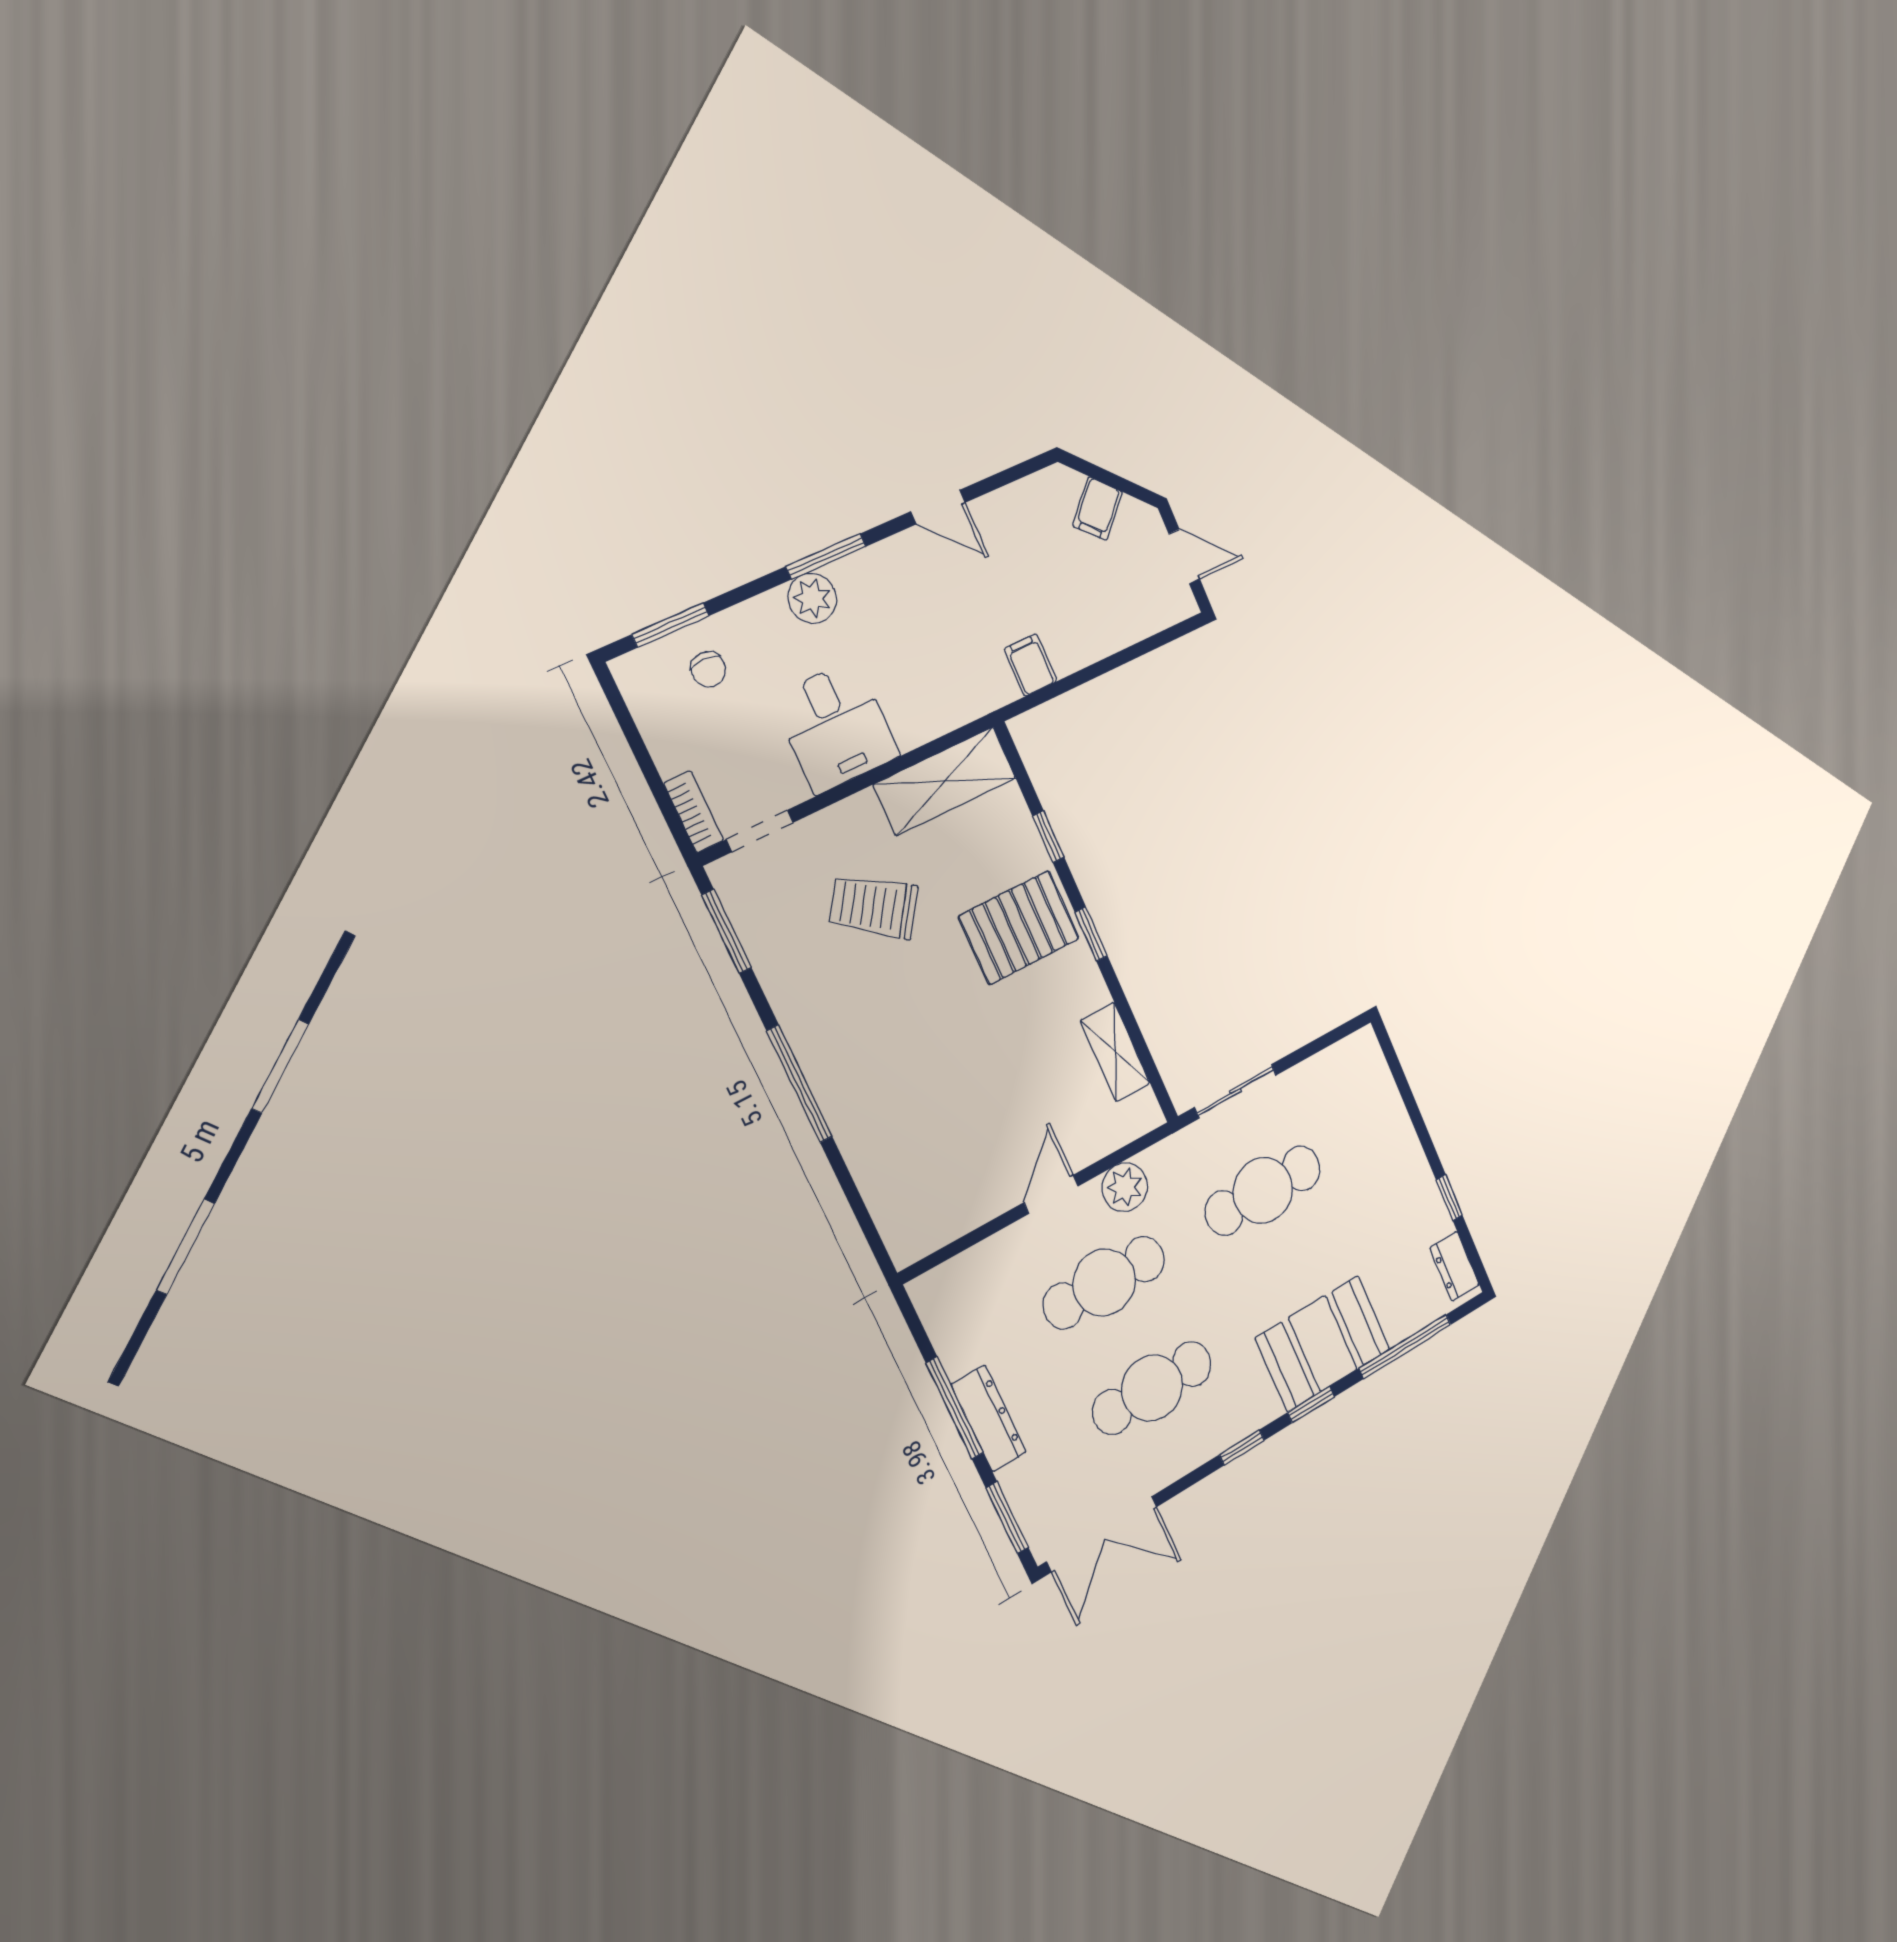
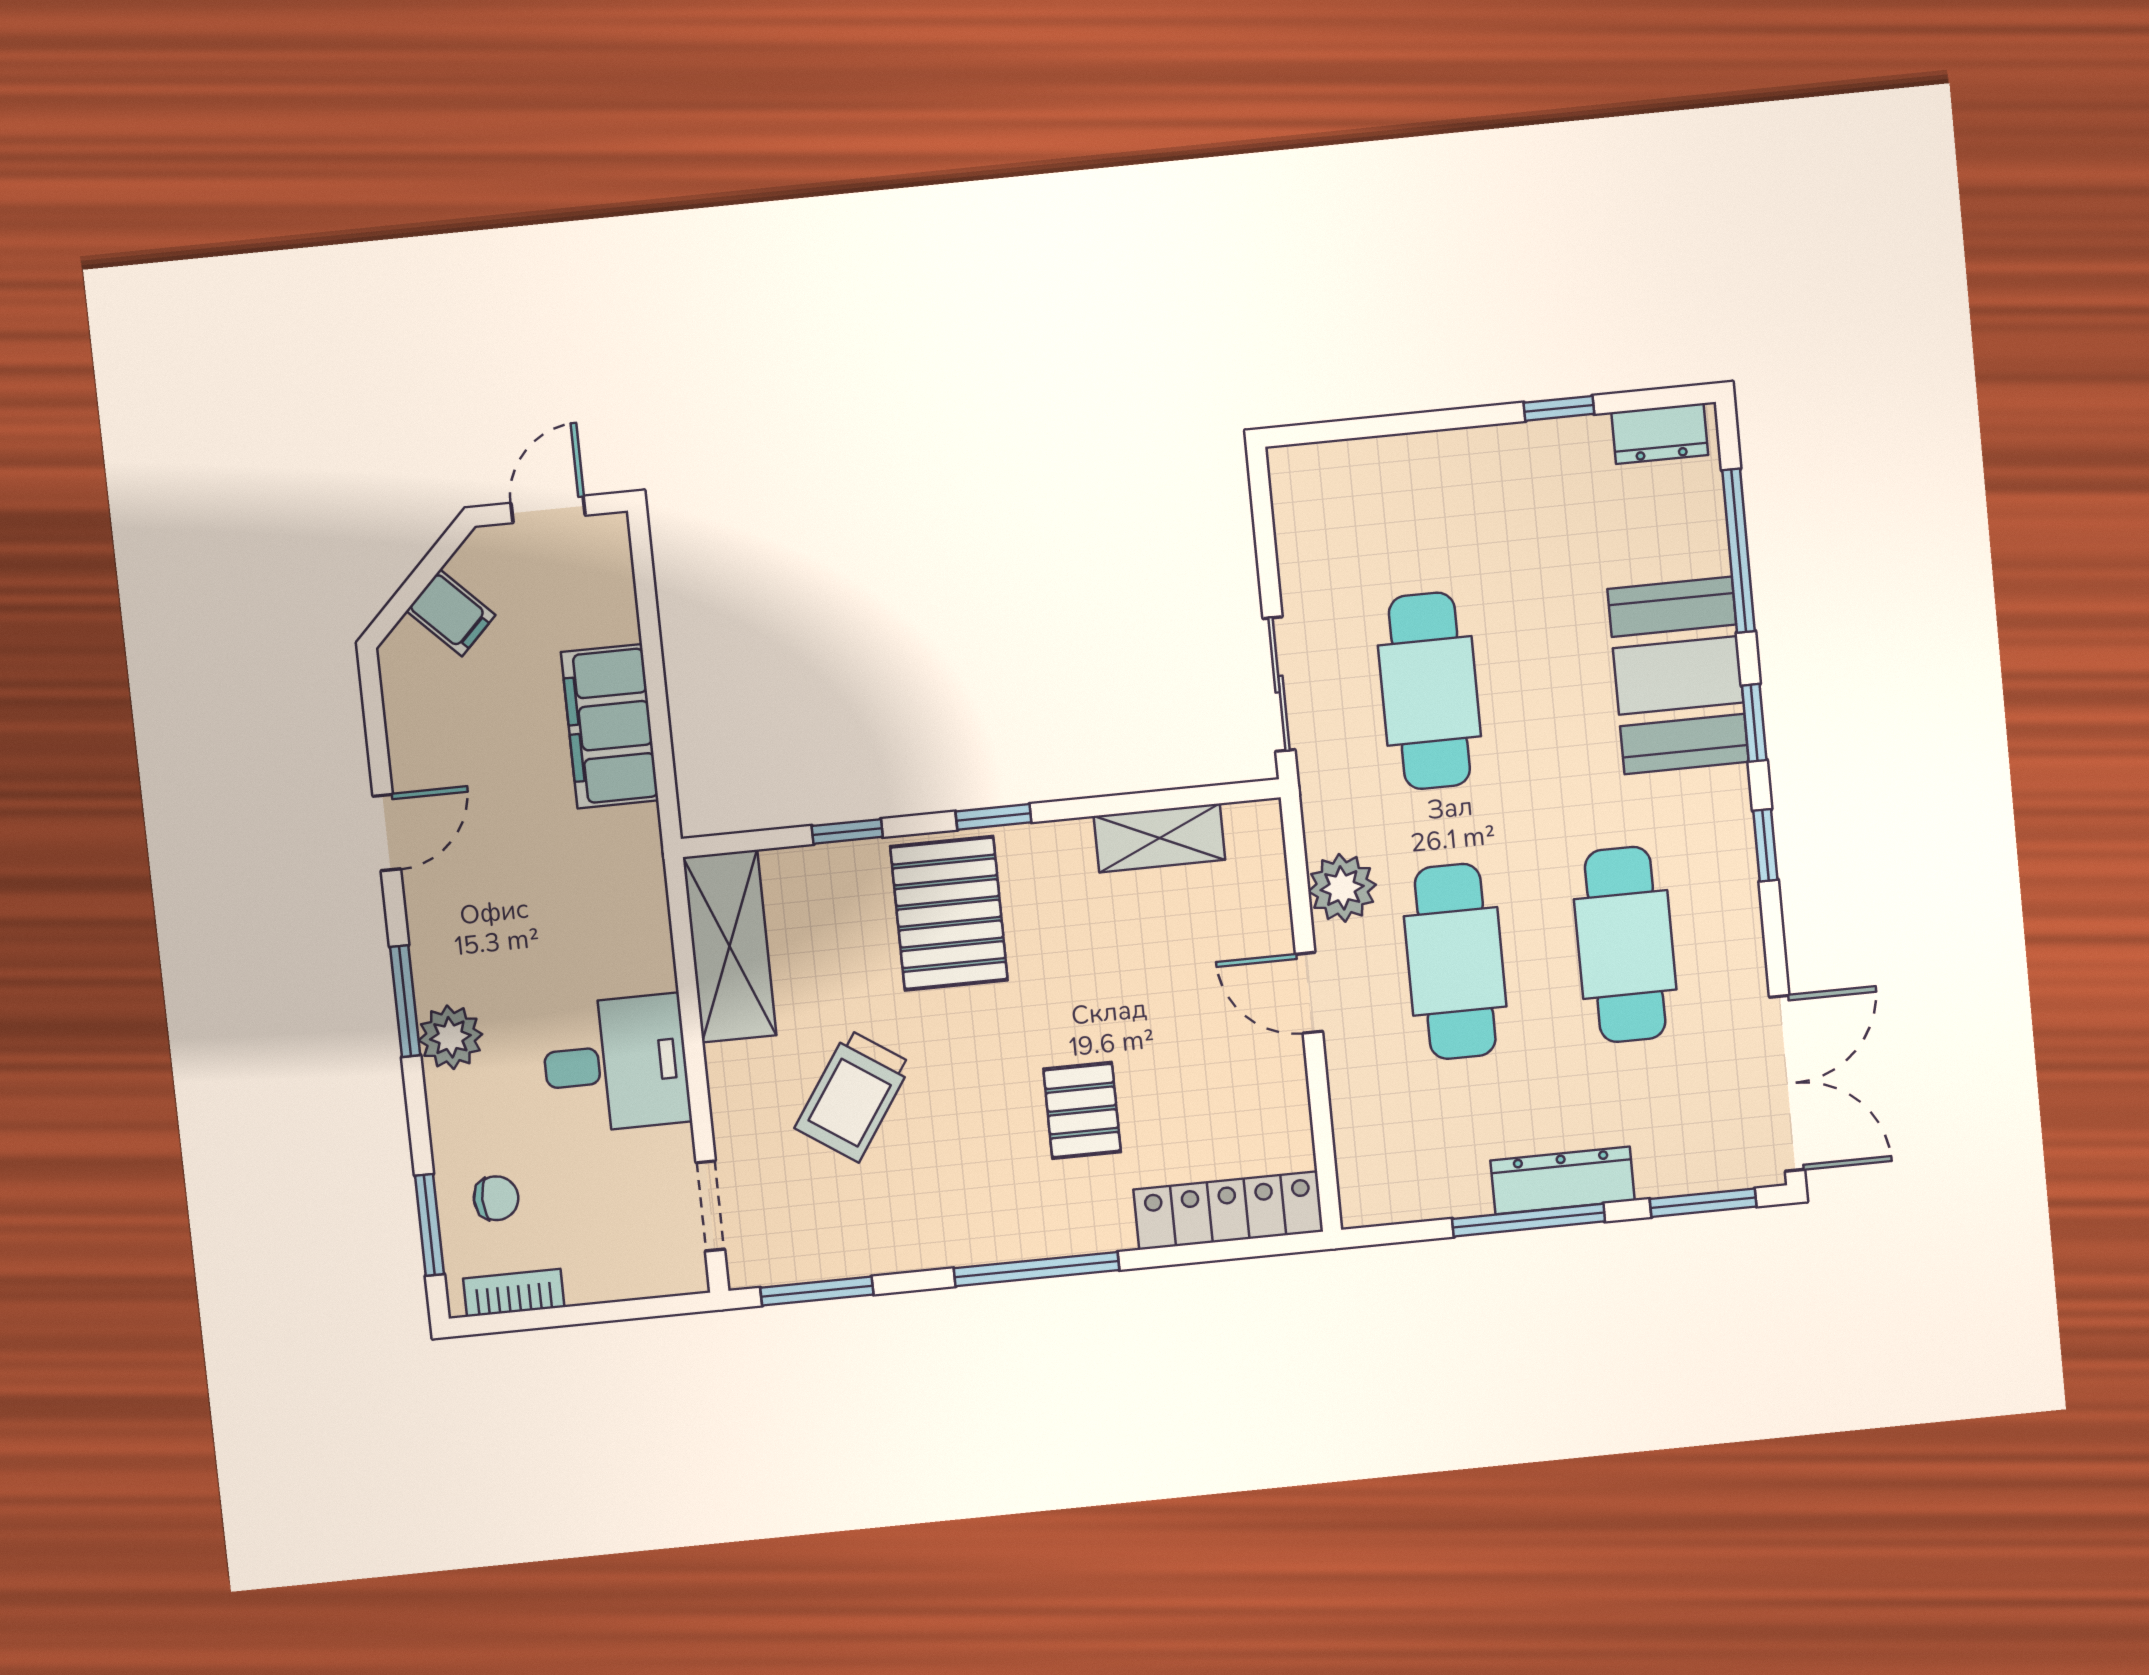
filing cabinet: (1030, 665) -> (610, 726), width x3.00, depth x1.17
bookcase: (694, 812) -> (514, 1293), moved
pallet: (920, 1072) -> (1082, 1110), added
locker: (888, 1201) -> (1228, 1211), added

